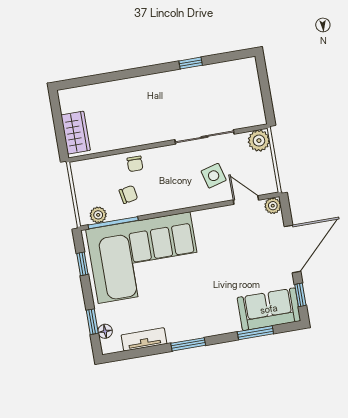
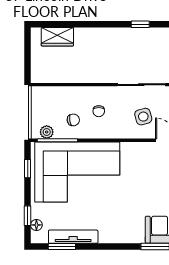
wardrobe: (76, 133) -> (57, 37), moved, turned 90
chair: (135, 164) -> (99, 111), moved
tv unit: (144, 339) -> (73, 237), width x1.41
window: (188, 344) -> (62, 247), moved

